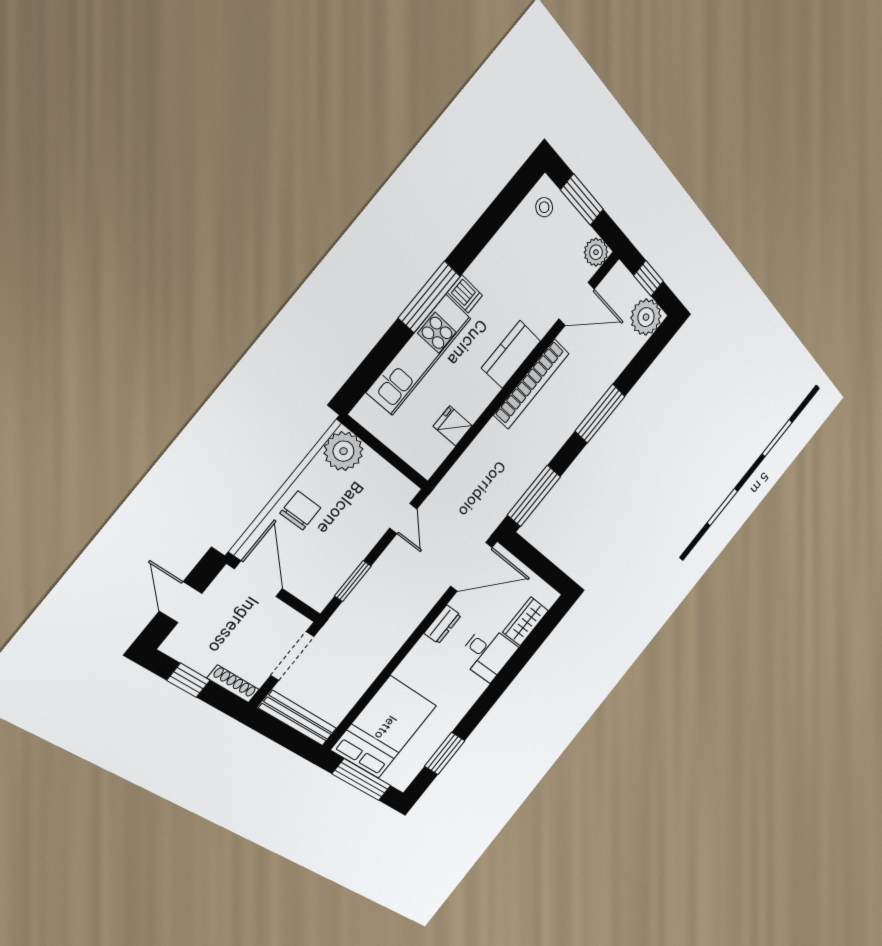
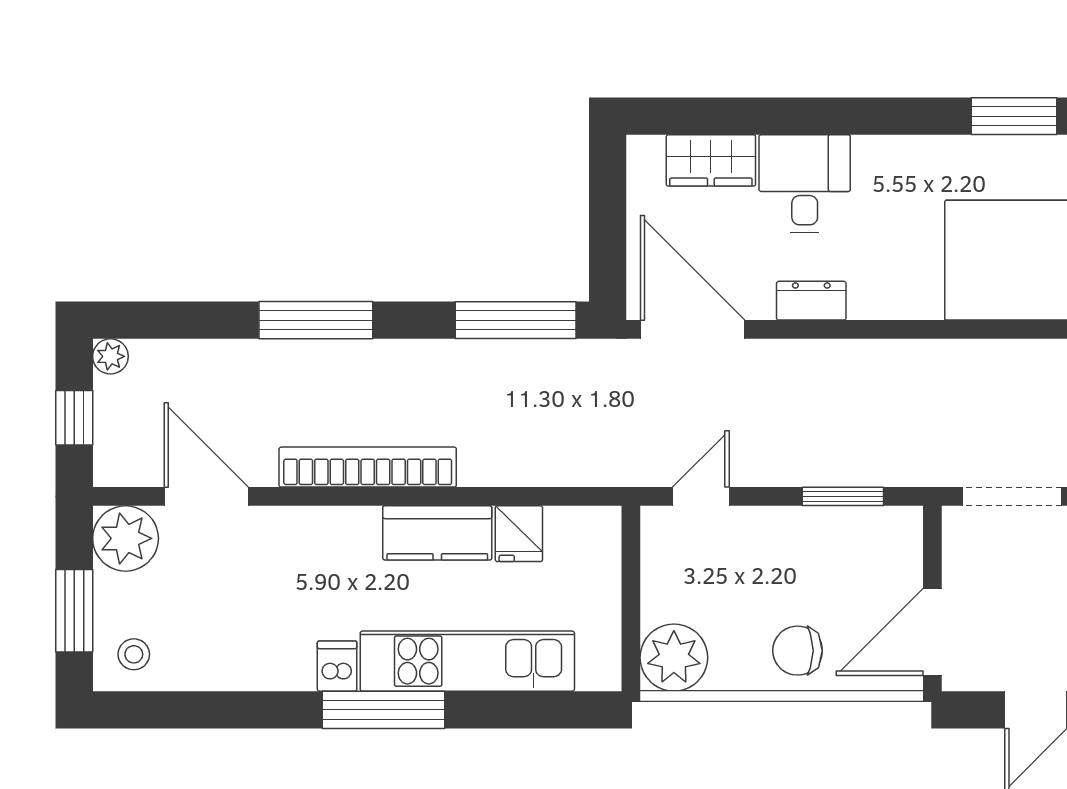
plant: (596, 252) -> (126, 538), width x1.36, depth x1.36
plant: (646, 317) -> (110, 356), width x0.53, depth x0.53
kitchen counter: (511, 355) -> (437, 533), moved

